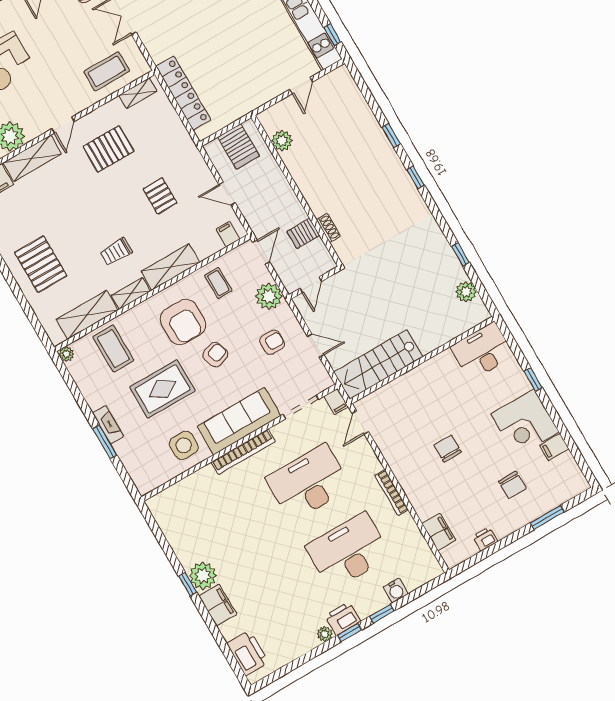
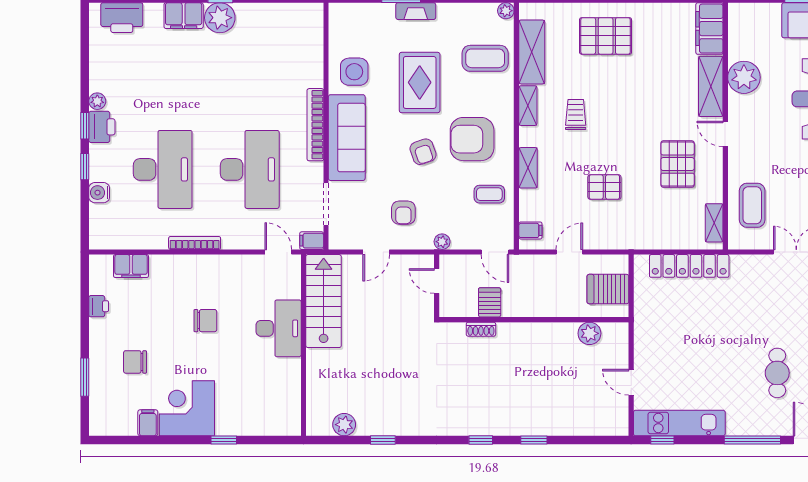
shelving: (170, 267) -> (528, 168), width x0.67, depth x0.75
plant: (269, 296) -> (442, 242), width x0.53, depth x0.53
desk: (482, 351) -> (279, 328), moved

